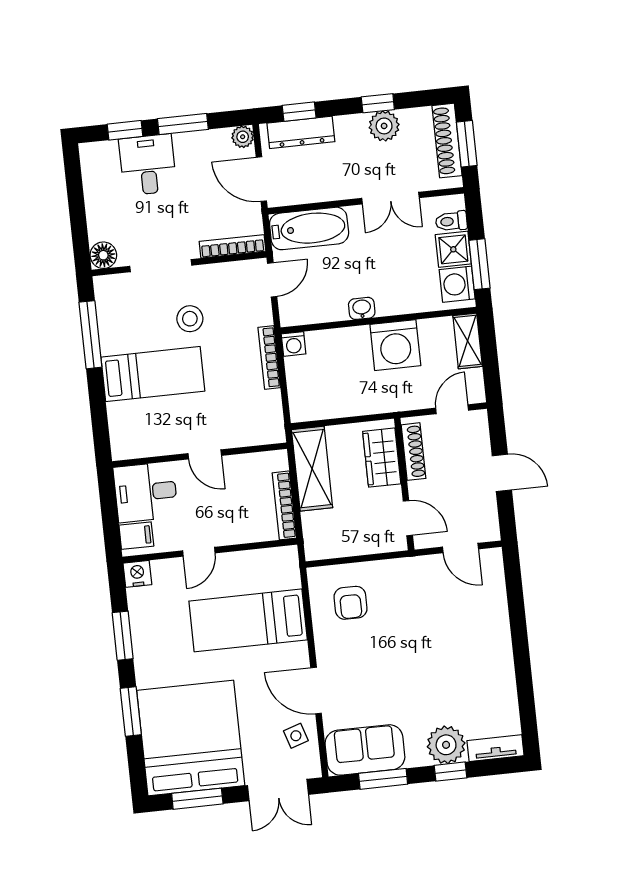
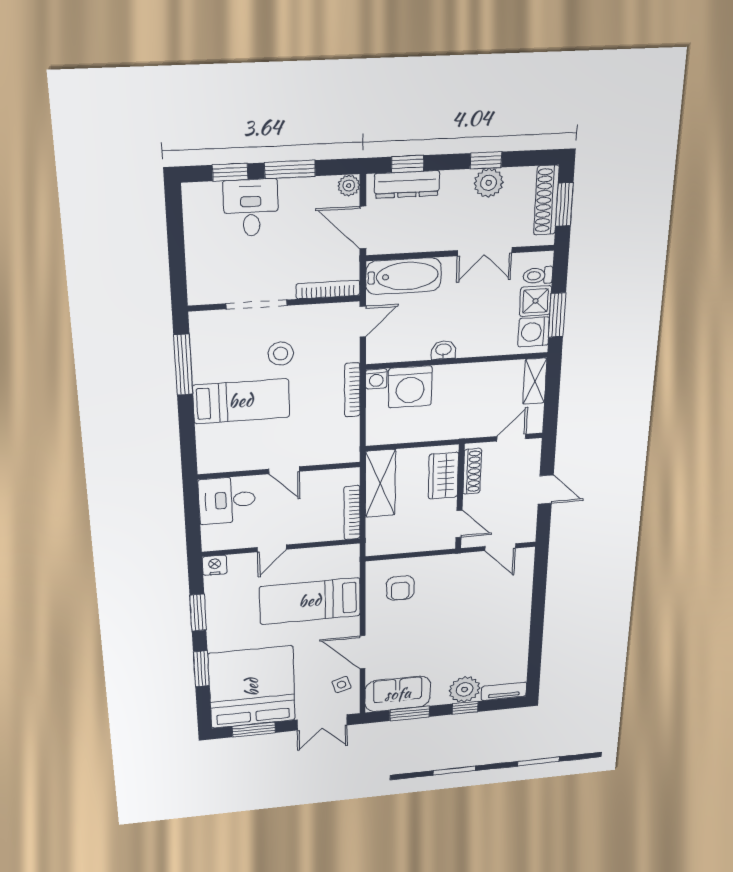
floor lamp: (103, 255) -> (200, 292), removed
washing machine: (395, 345) -> (410, 387), moved
filing cabinet: (136, 536) -> (216, 535), removed

